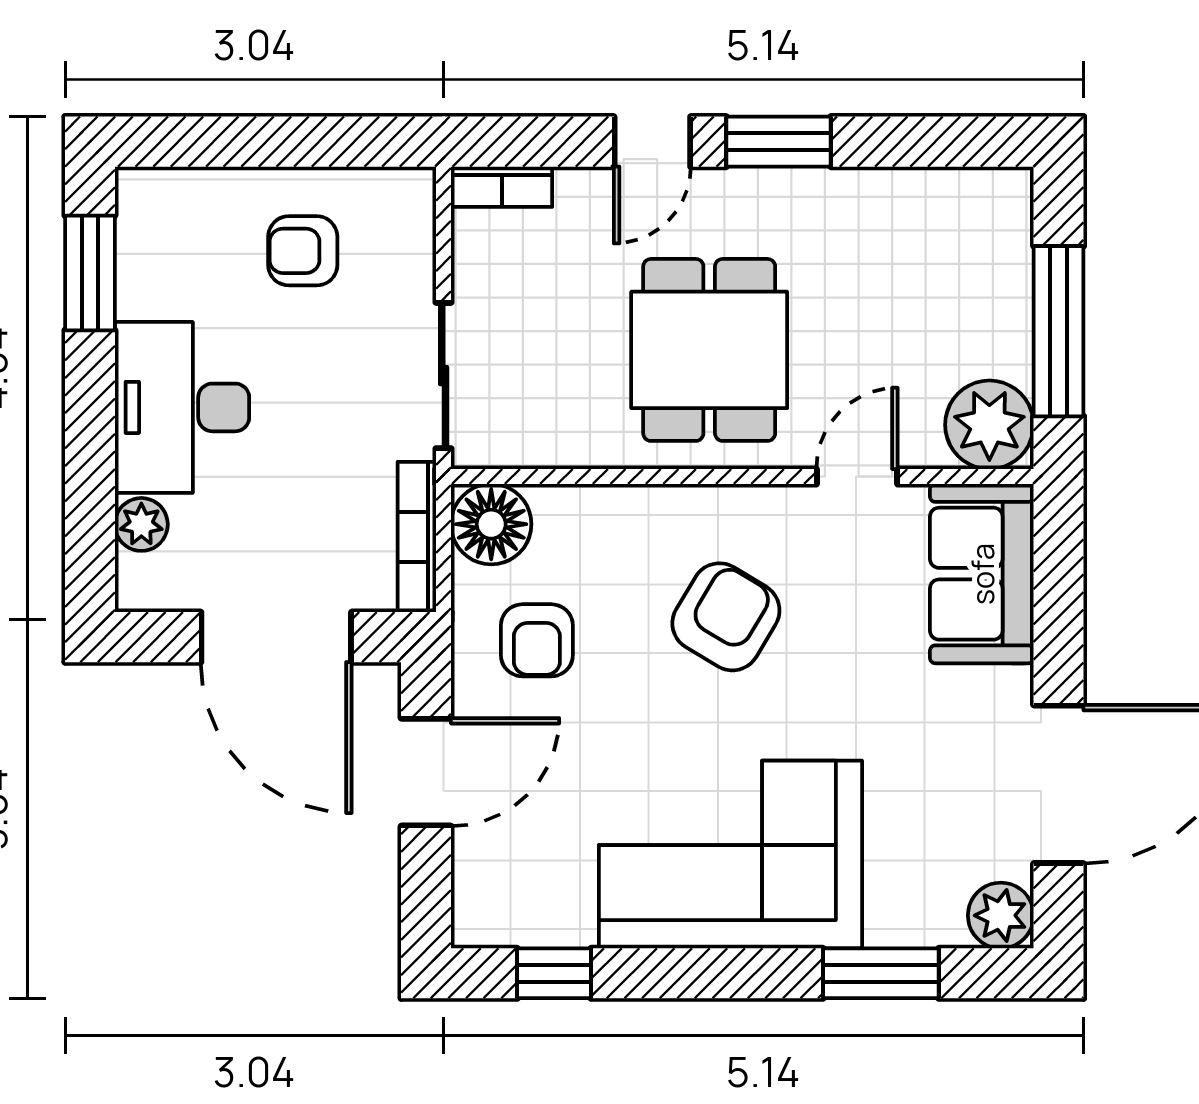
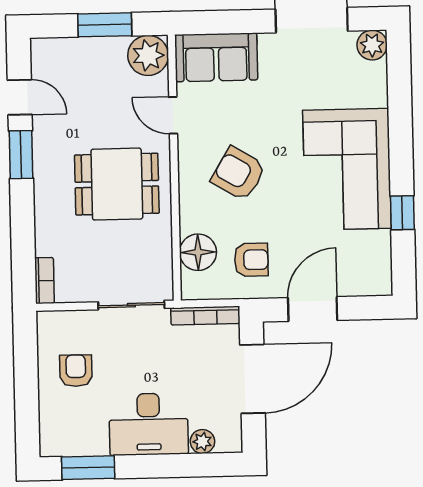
door: (652, 142) -> (20, 97), moved
armchair: (303, 251) -> (76, 371), turned 180
window: (1059, 331) -> (105, 25), width x0.69
floor lamp: (491, 524) -> (198, 252), moved
door: (426, 772) -> (313, 309), hinge flipped
window: (554, 973) -> (402, 213), moved
window: (881, 973) -> (400, 99), removed

